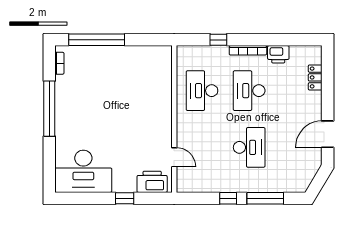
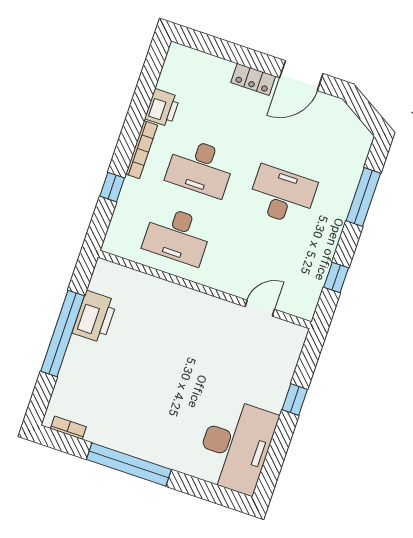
window: (97, 40) -> (63, 334), moved
locker: (315, 77) -> (253, 79), moved
door: (328, 134) -> (301, 76), hinge flipped
printer: (152, 182) -> (95, 317), moved, turned 180
window: (228, 198) -> (336, 278), moved

